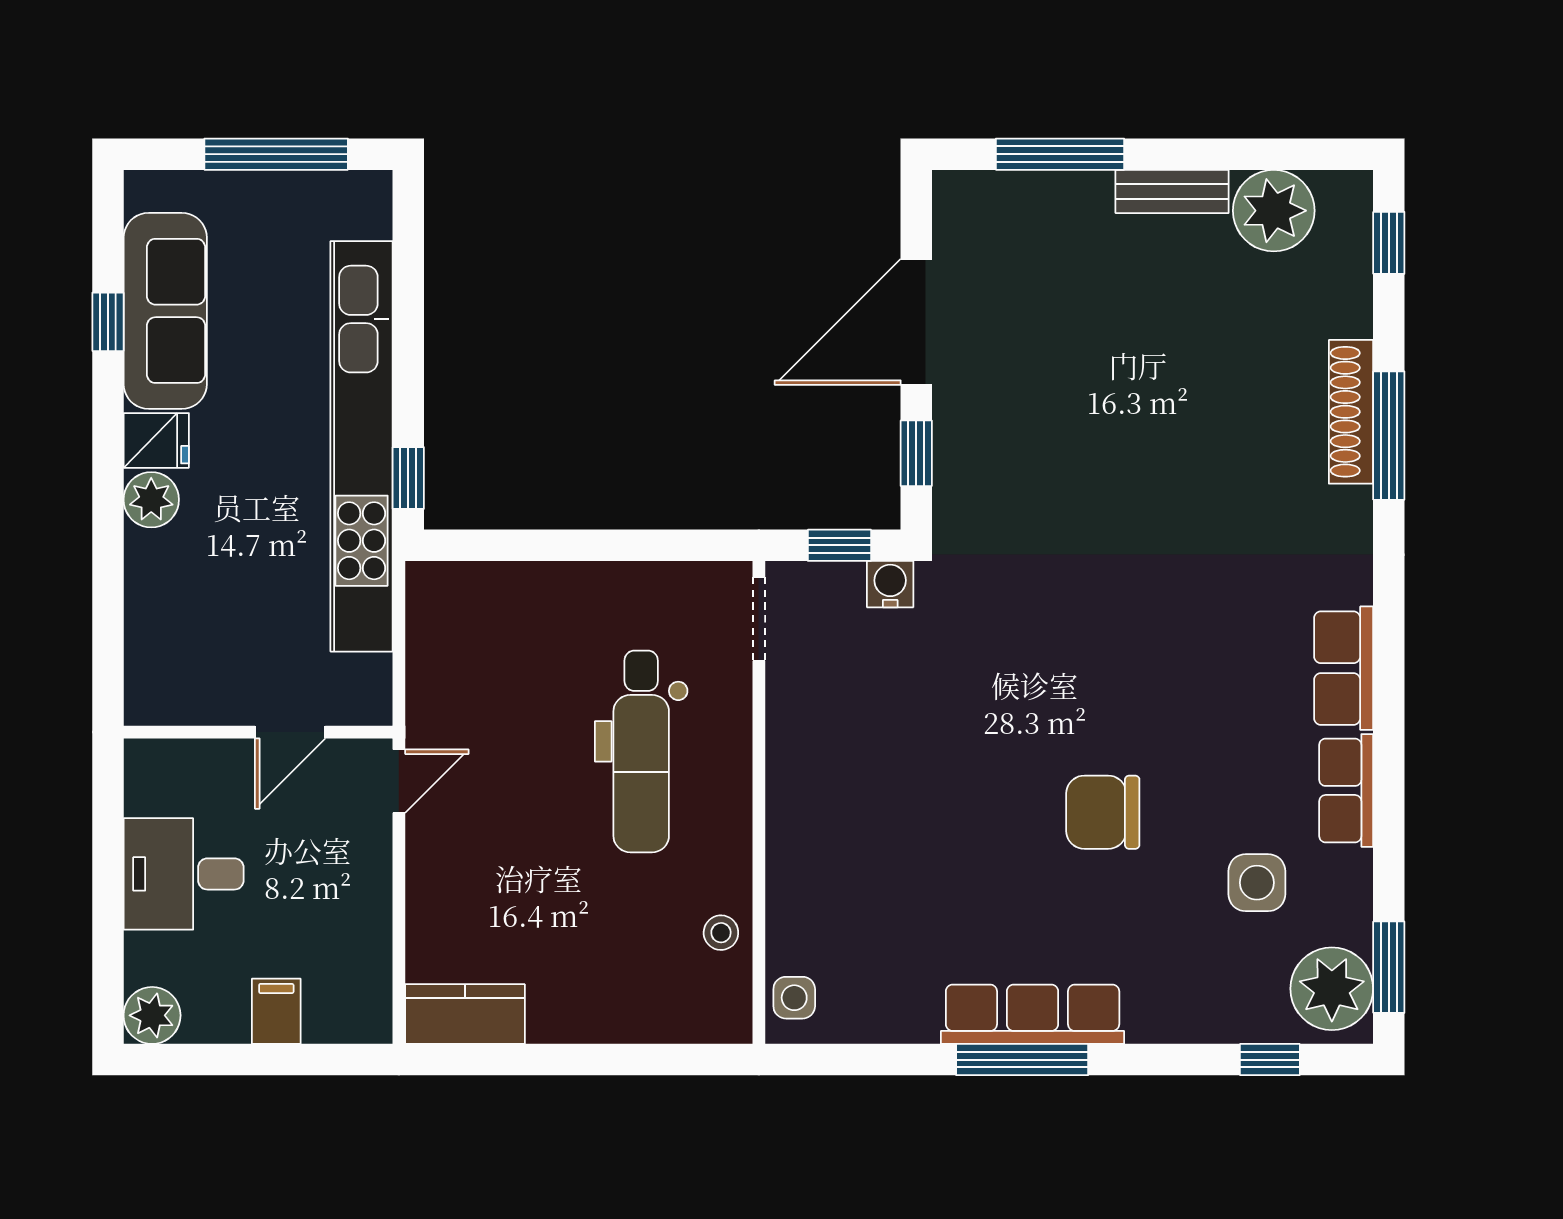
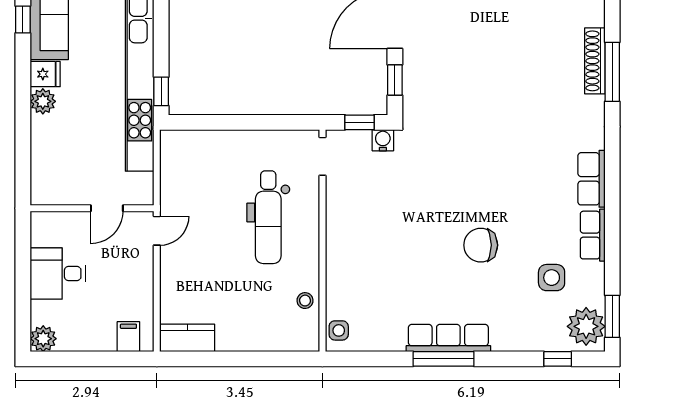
filing cabinet: (276, 1011) -> (128, 337), moved

